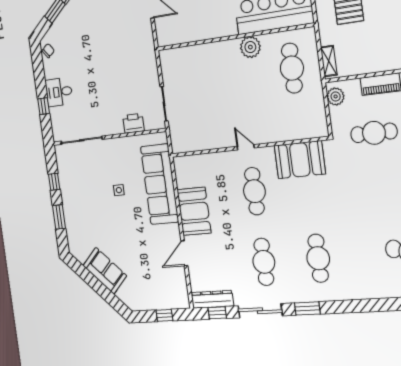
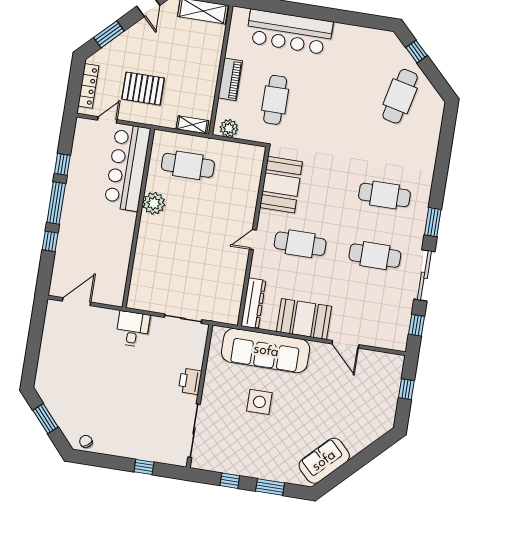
desk: (59, 92) -> (133, 329), moved, turned 180
printer: (133, 123) -> (190, 381), moved
side table: (119, 190) -> (259, 402), width x1.87, depth x1.87
sofa: (105, 271) -> (324, 461), moved
dresser: (212, 299) -> (253, 303), moved, turned 180

